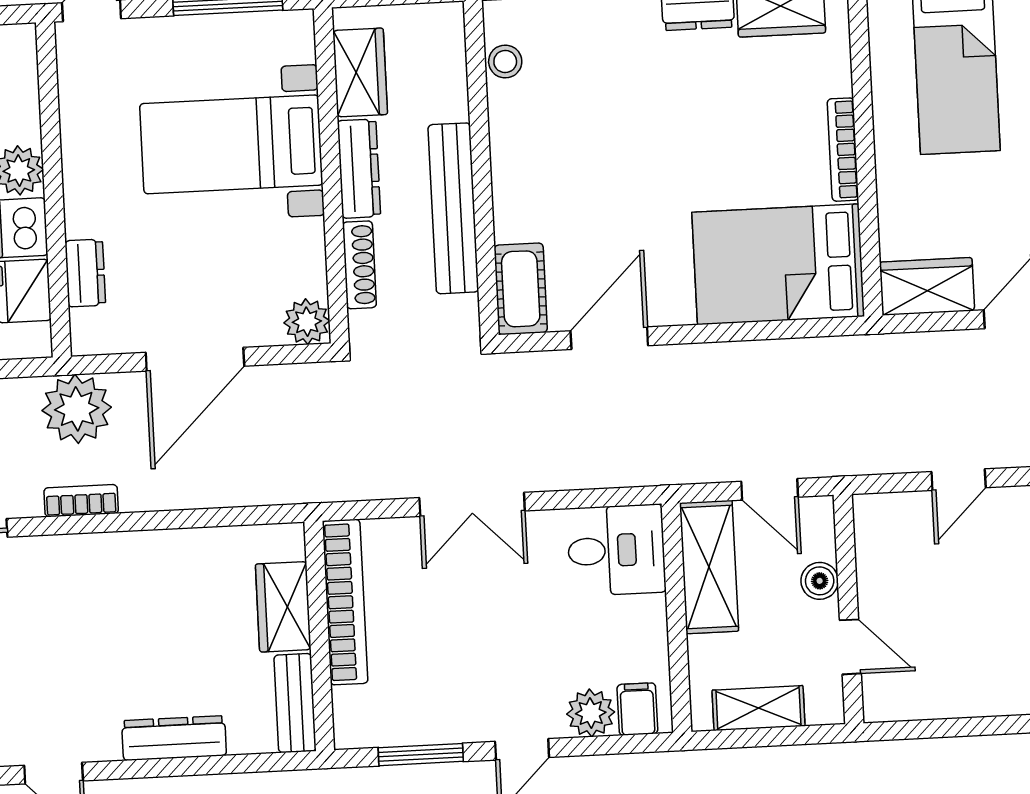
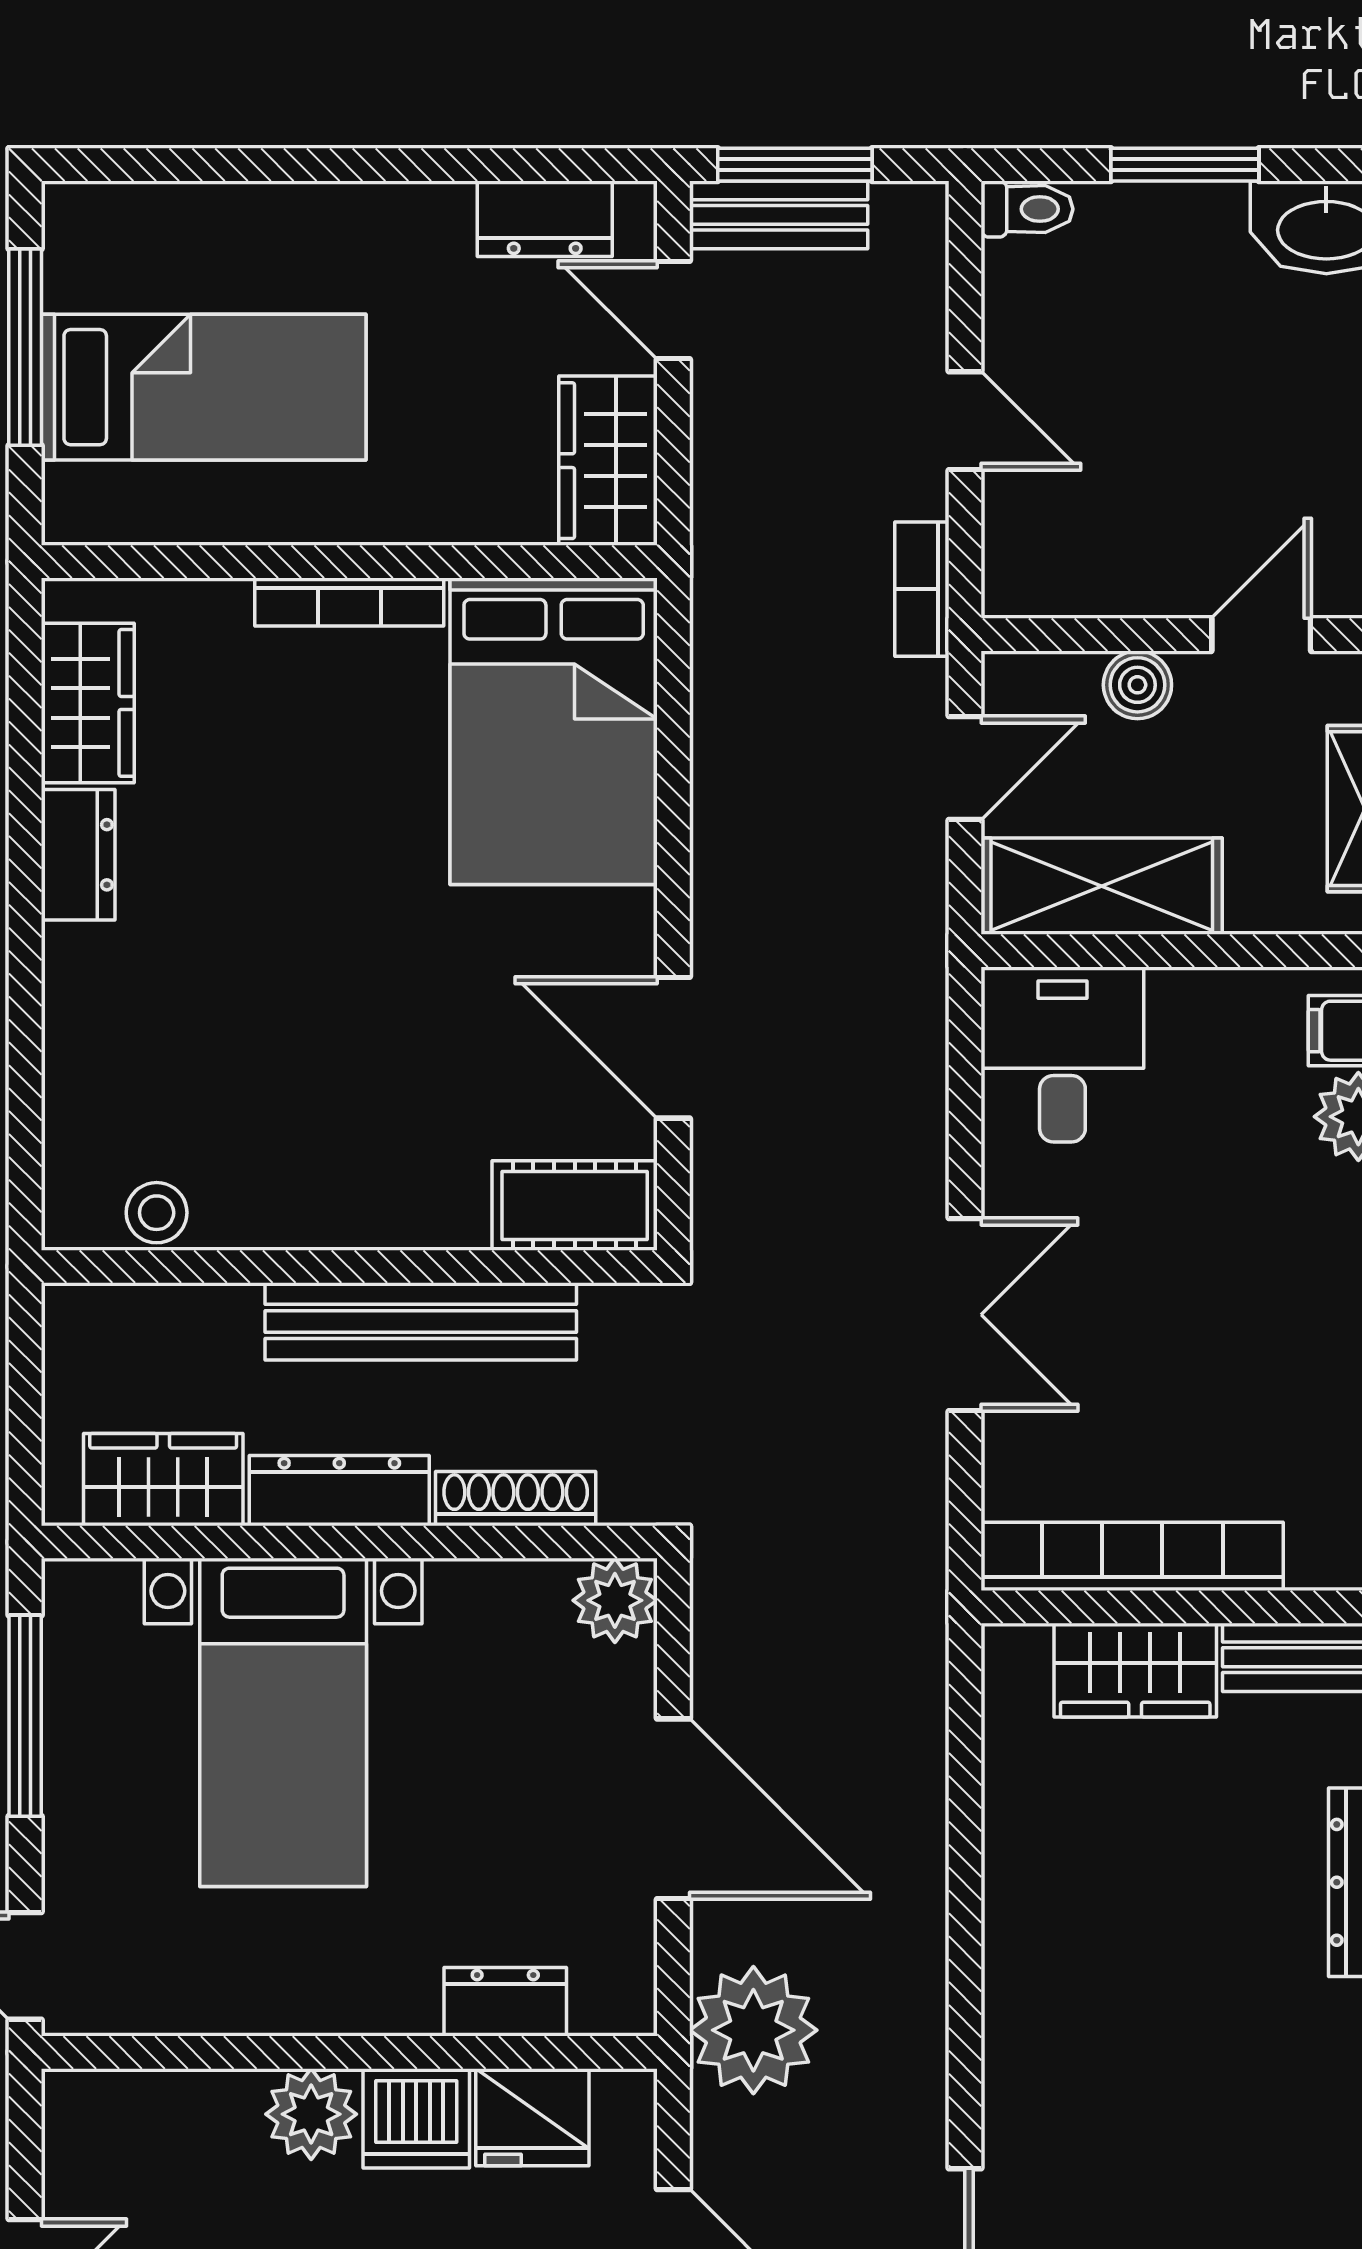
bookcase: (81, 501) -> (922, 589), moved

